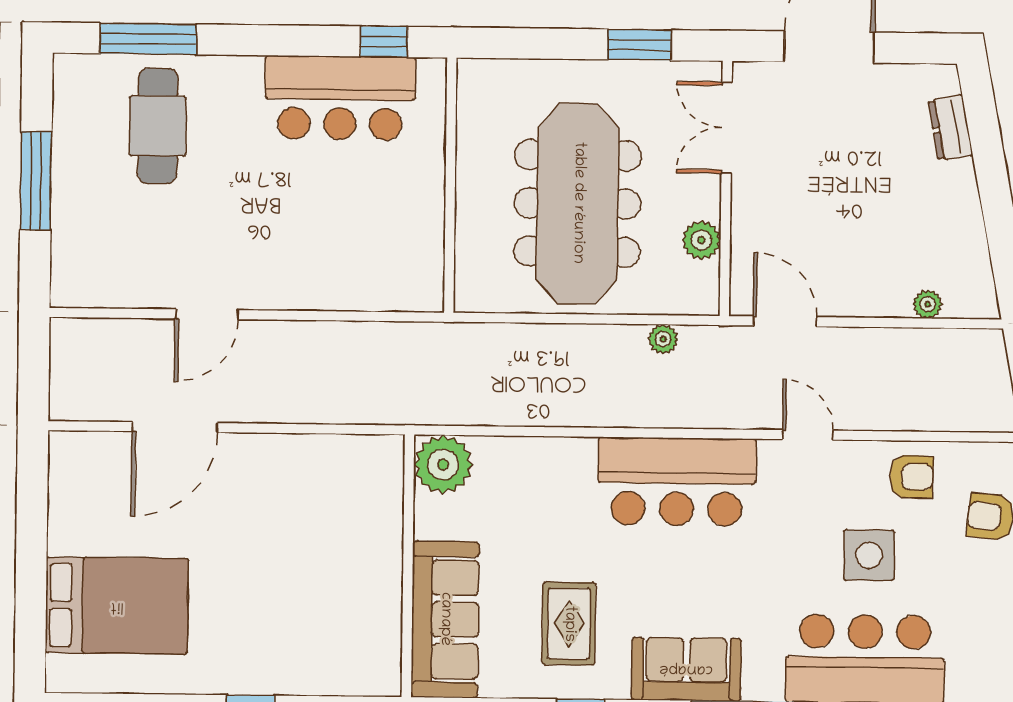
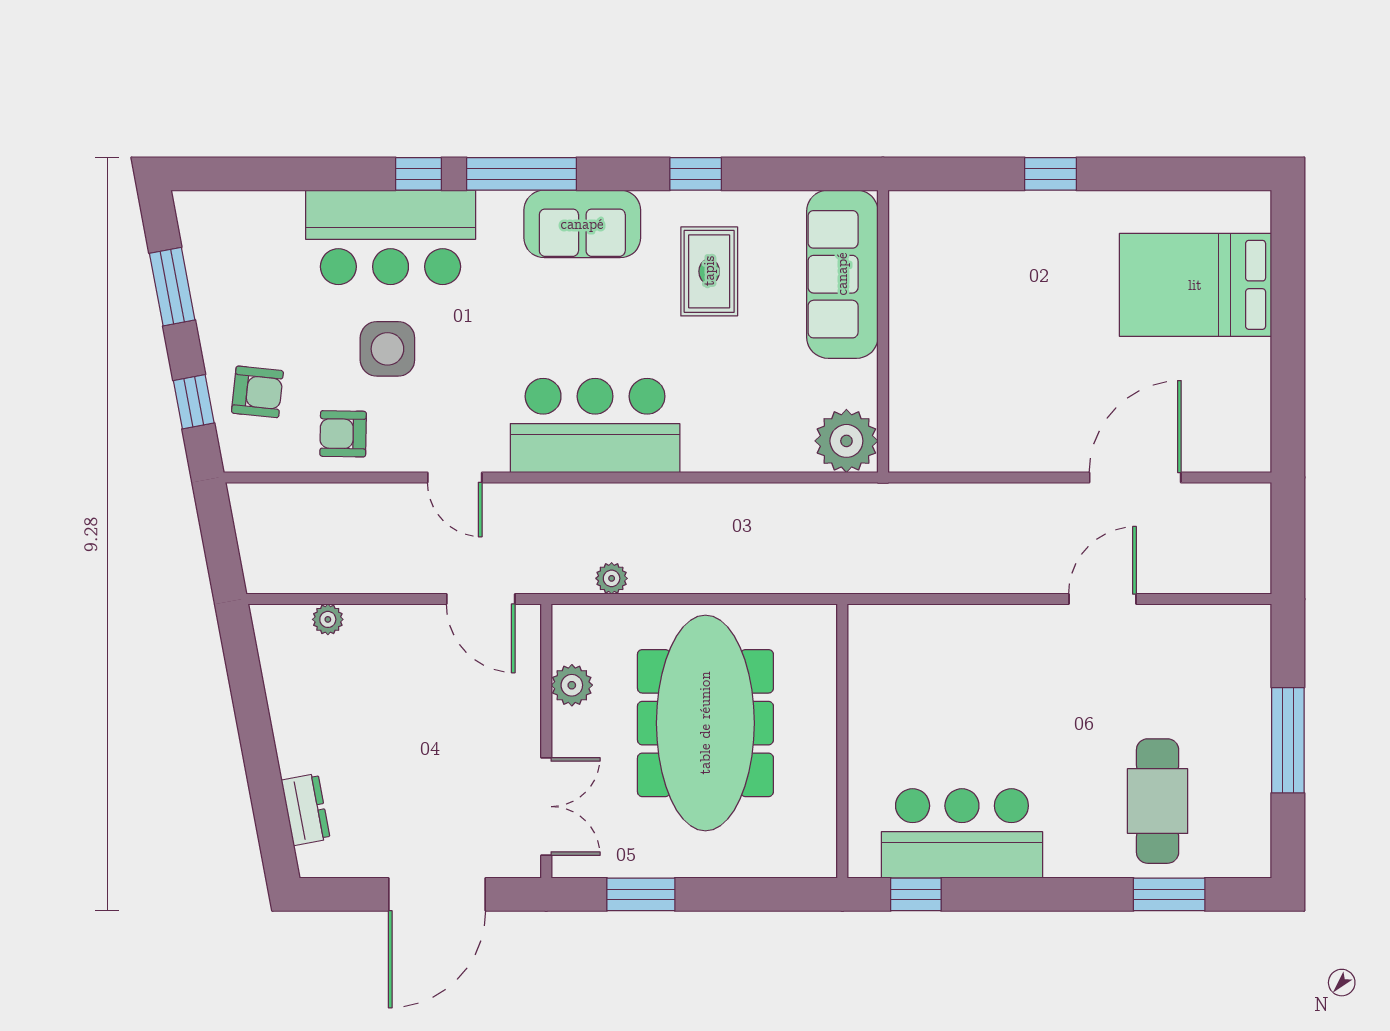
window: (148, 39) -> (1169, 894), width x0.69

